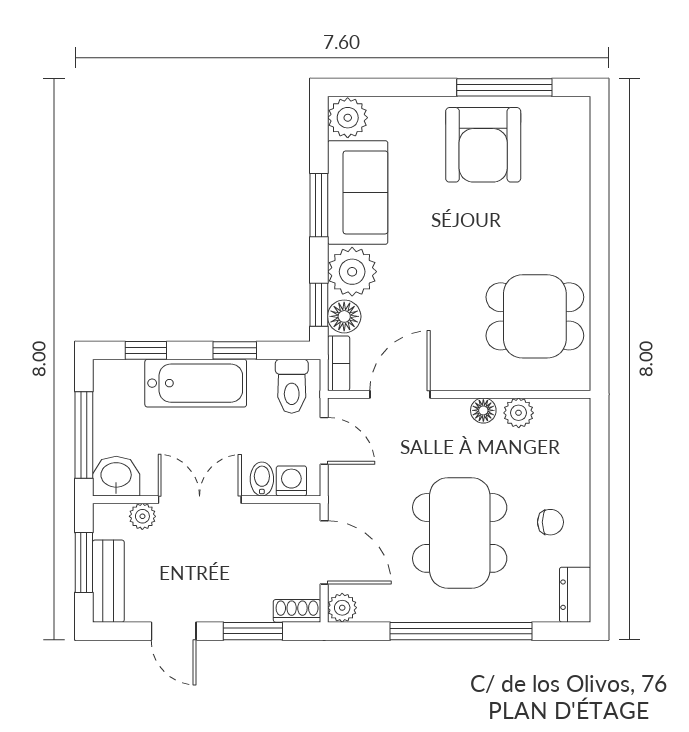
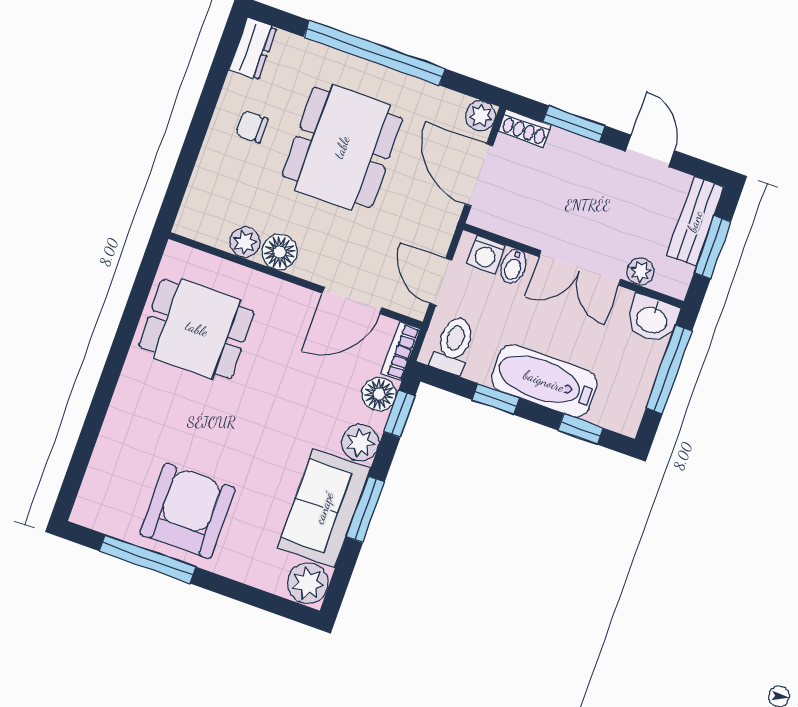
plant: (352, 272) -> (360, 443), width x0.73, depth x0.73
floor lamp: (483, 410) -> (280, 252), width x1.37, depth x1.37

